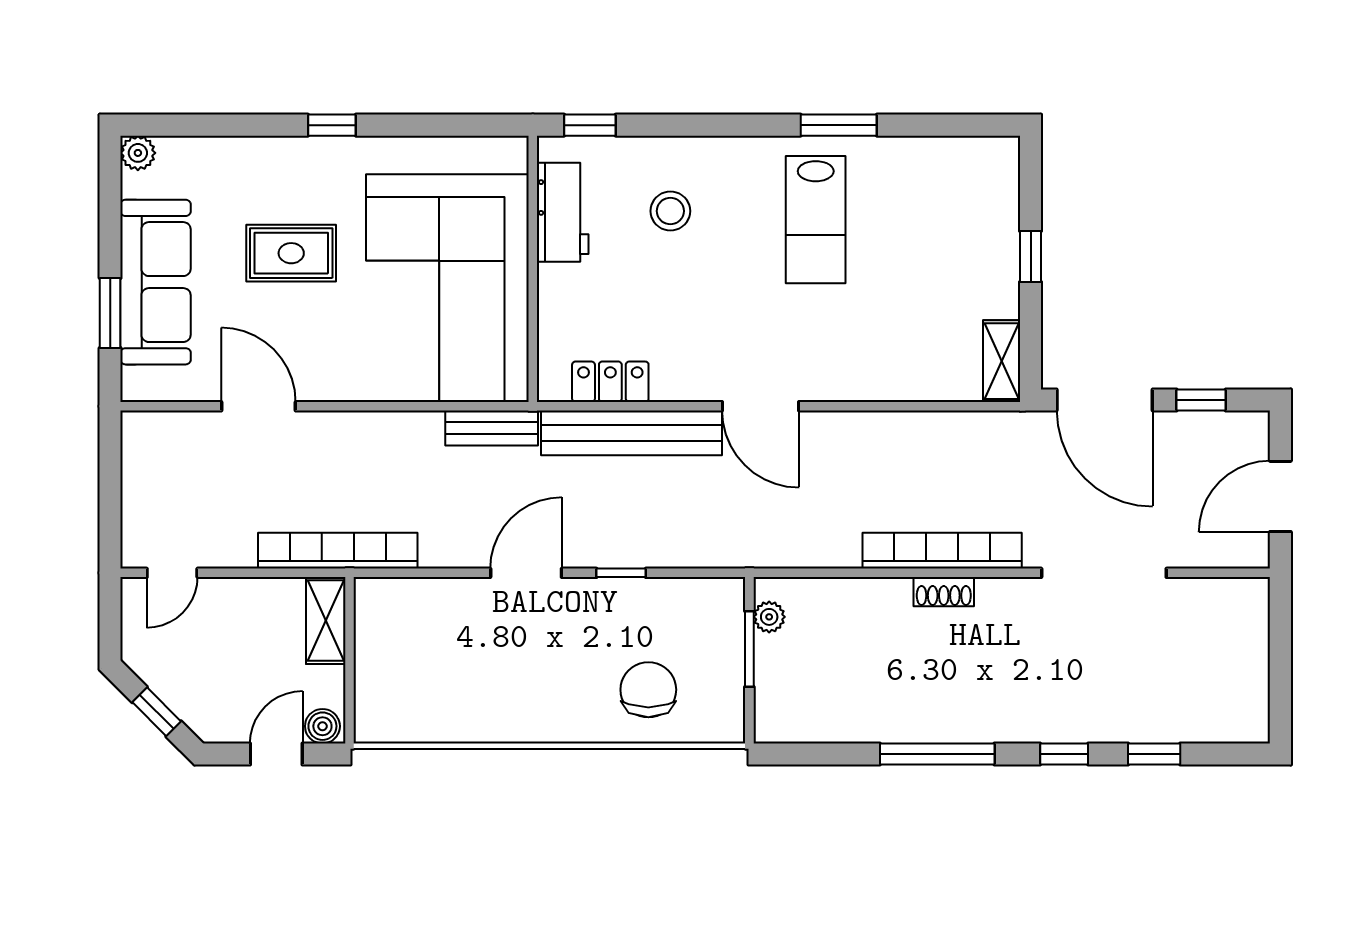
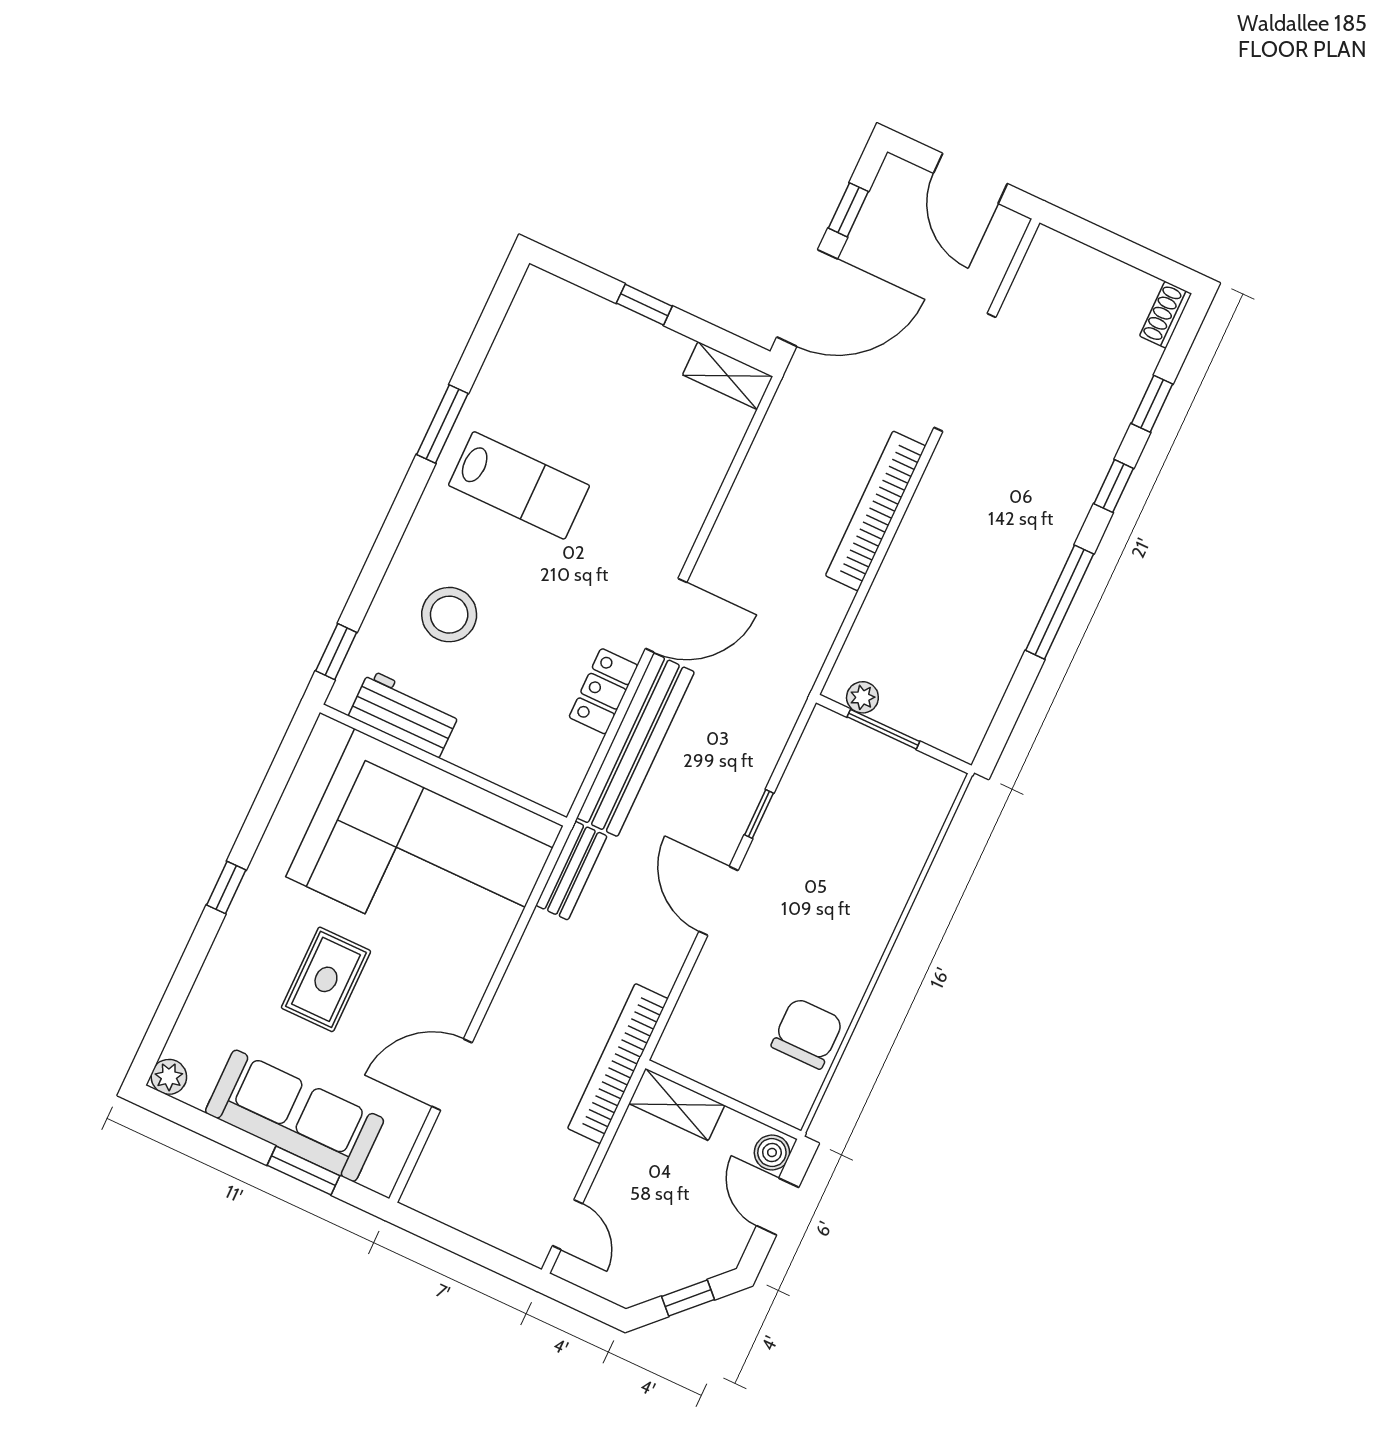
stool: (670, 211) -> (449, 615), width x1.38, depth x1.38
locker: (610, 382) -> (603, 691), moved
shoe rack: (944, 592) -> (1166, 315), moved, turned 180
chair: (648, 690) -> (807, 1033), moved, turned 90

